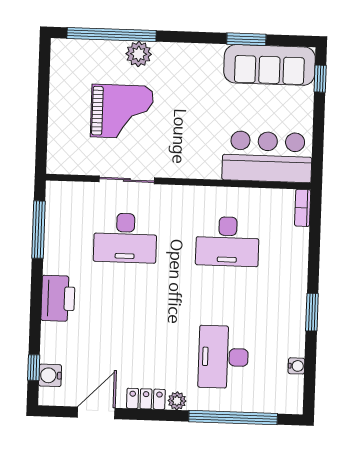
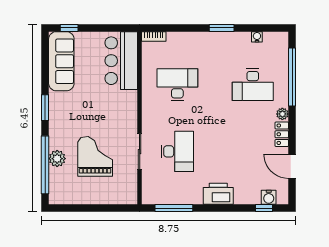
window: (246, 39) -> (45, 108), moved
plant: (139, 54) -> (57, 159), moved
desk: (227, 241) -> (177, 85), turned -90

